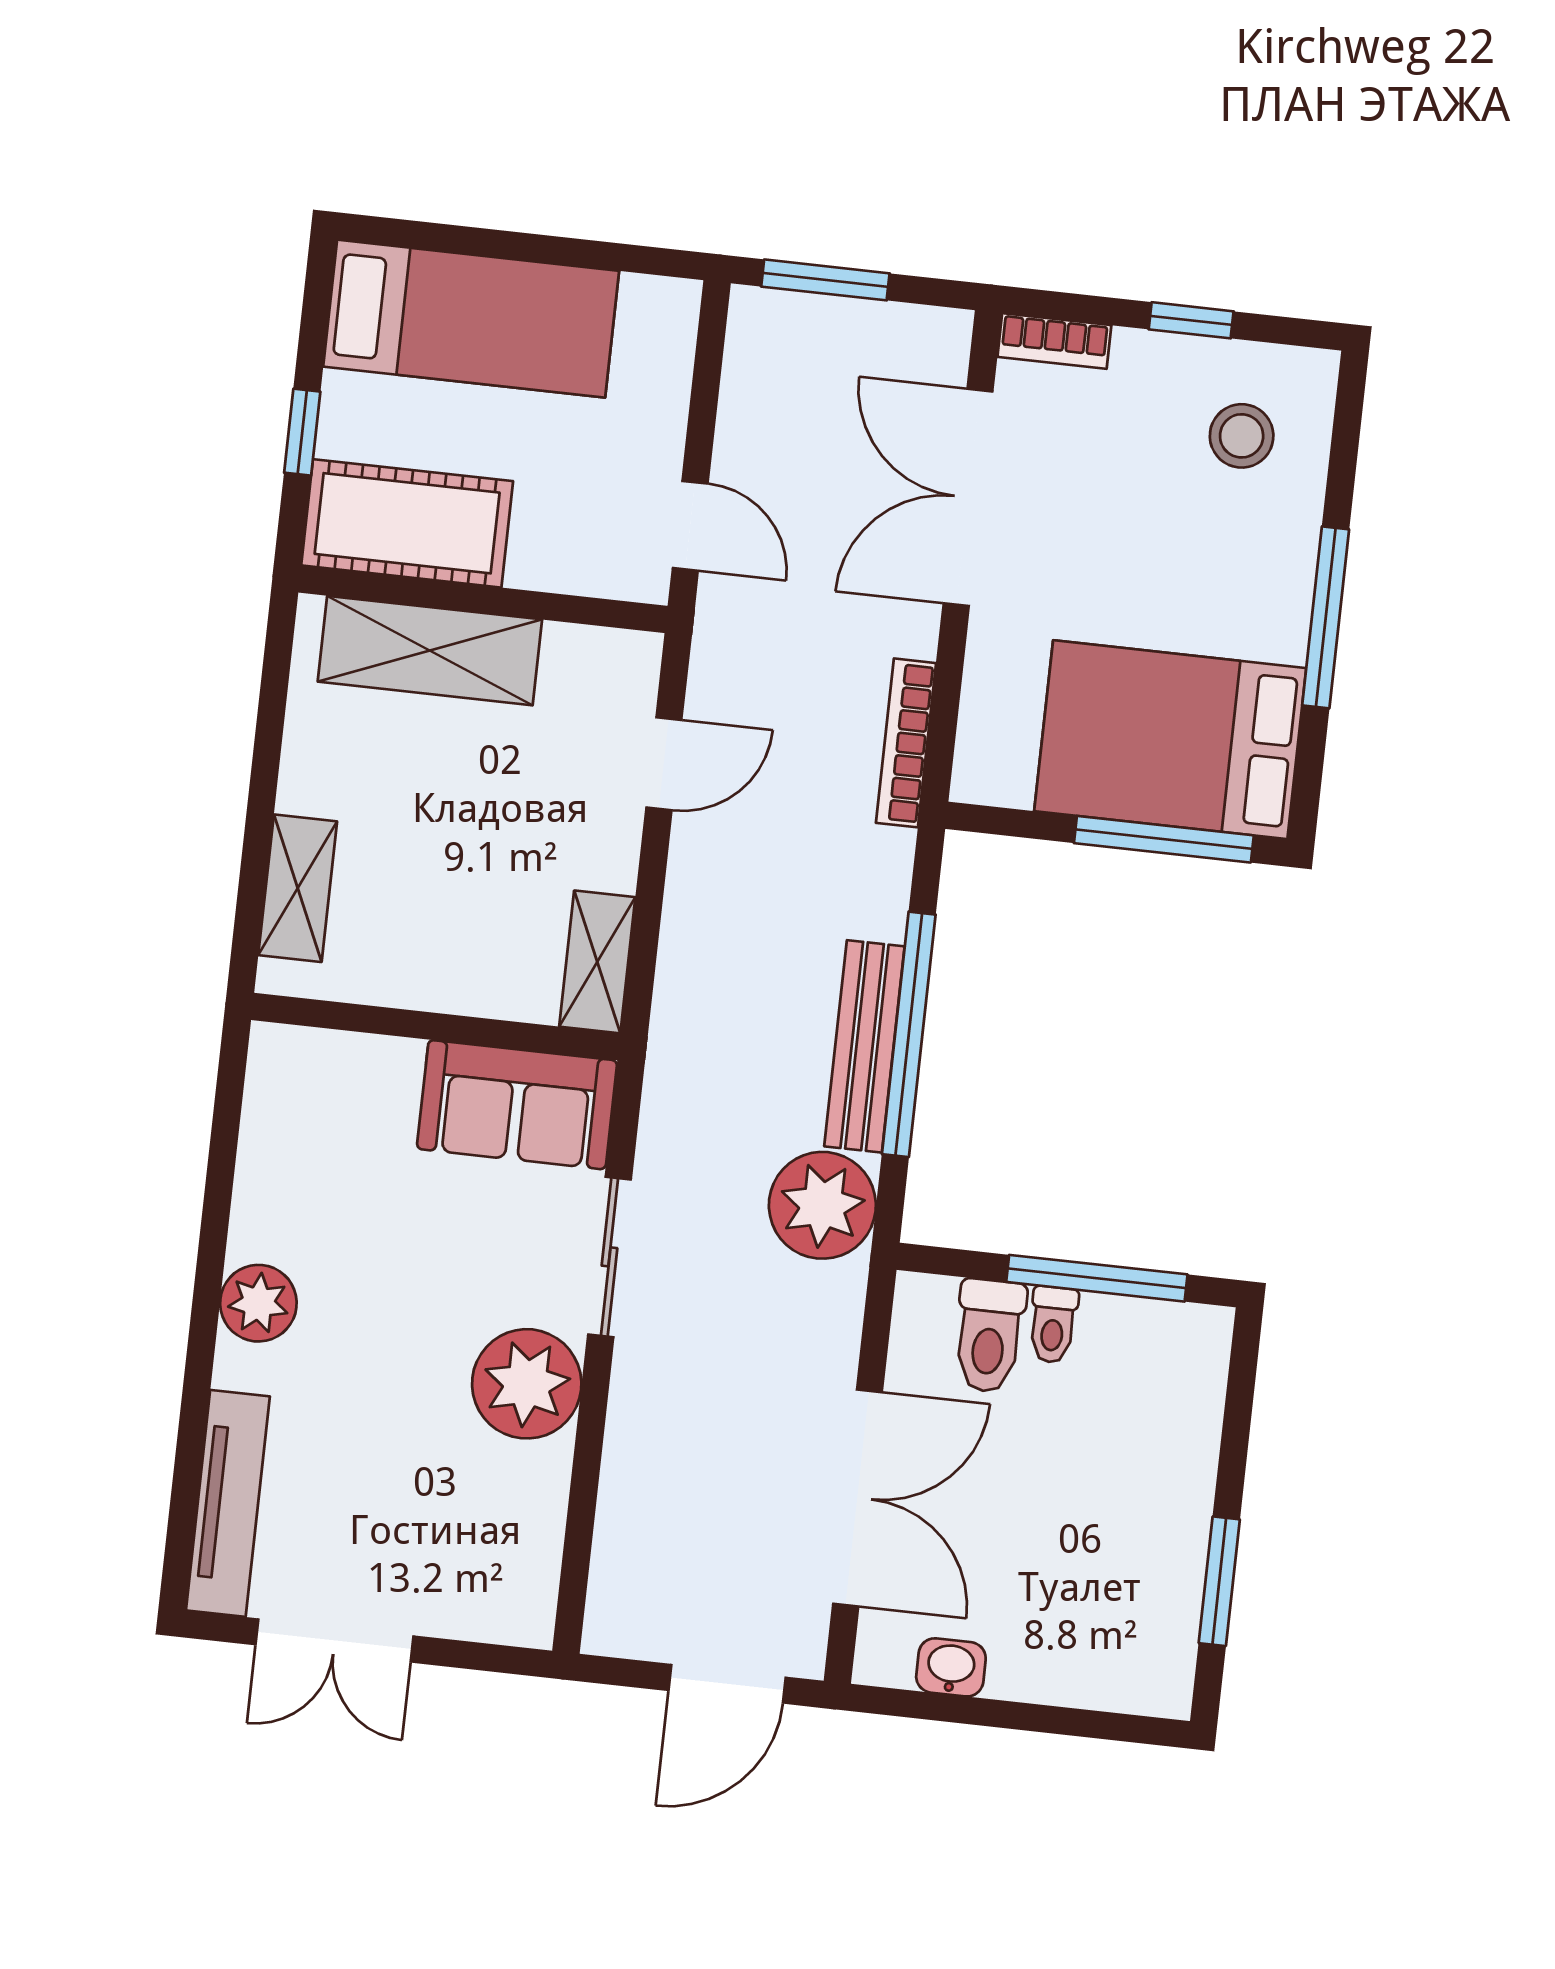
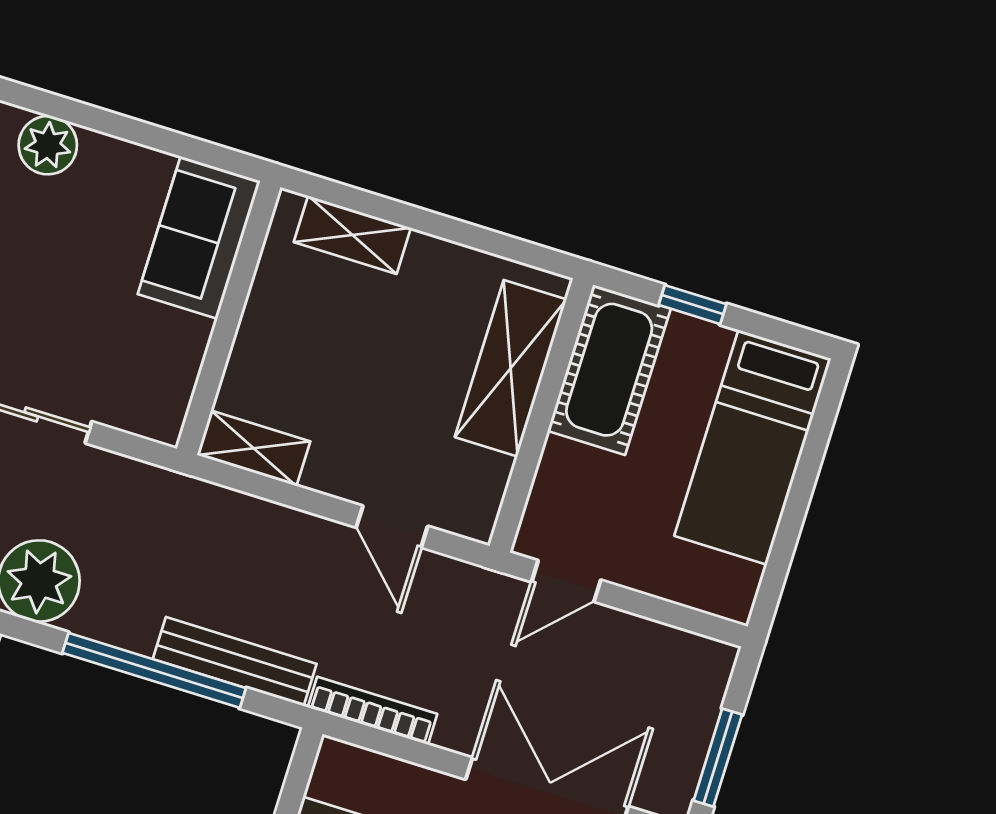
window: (825, 280) -> (718, 758), moved
bench: (864, 1046) -> (235, 661), moved
sofa: (517, 1105) -> (199, 238), moved

